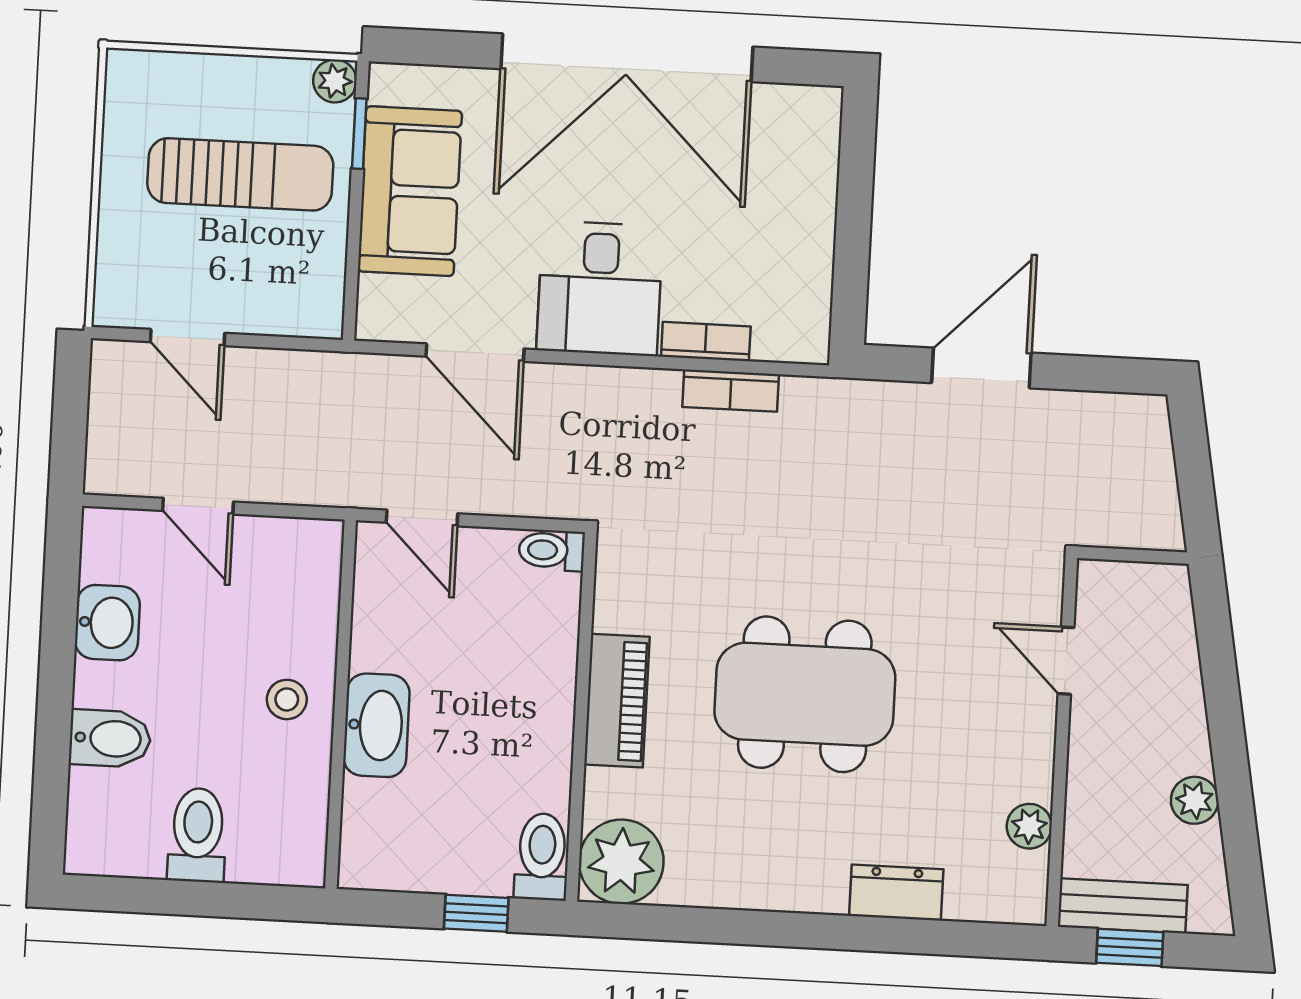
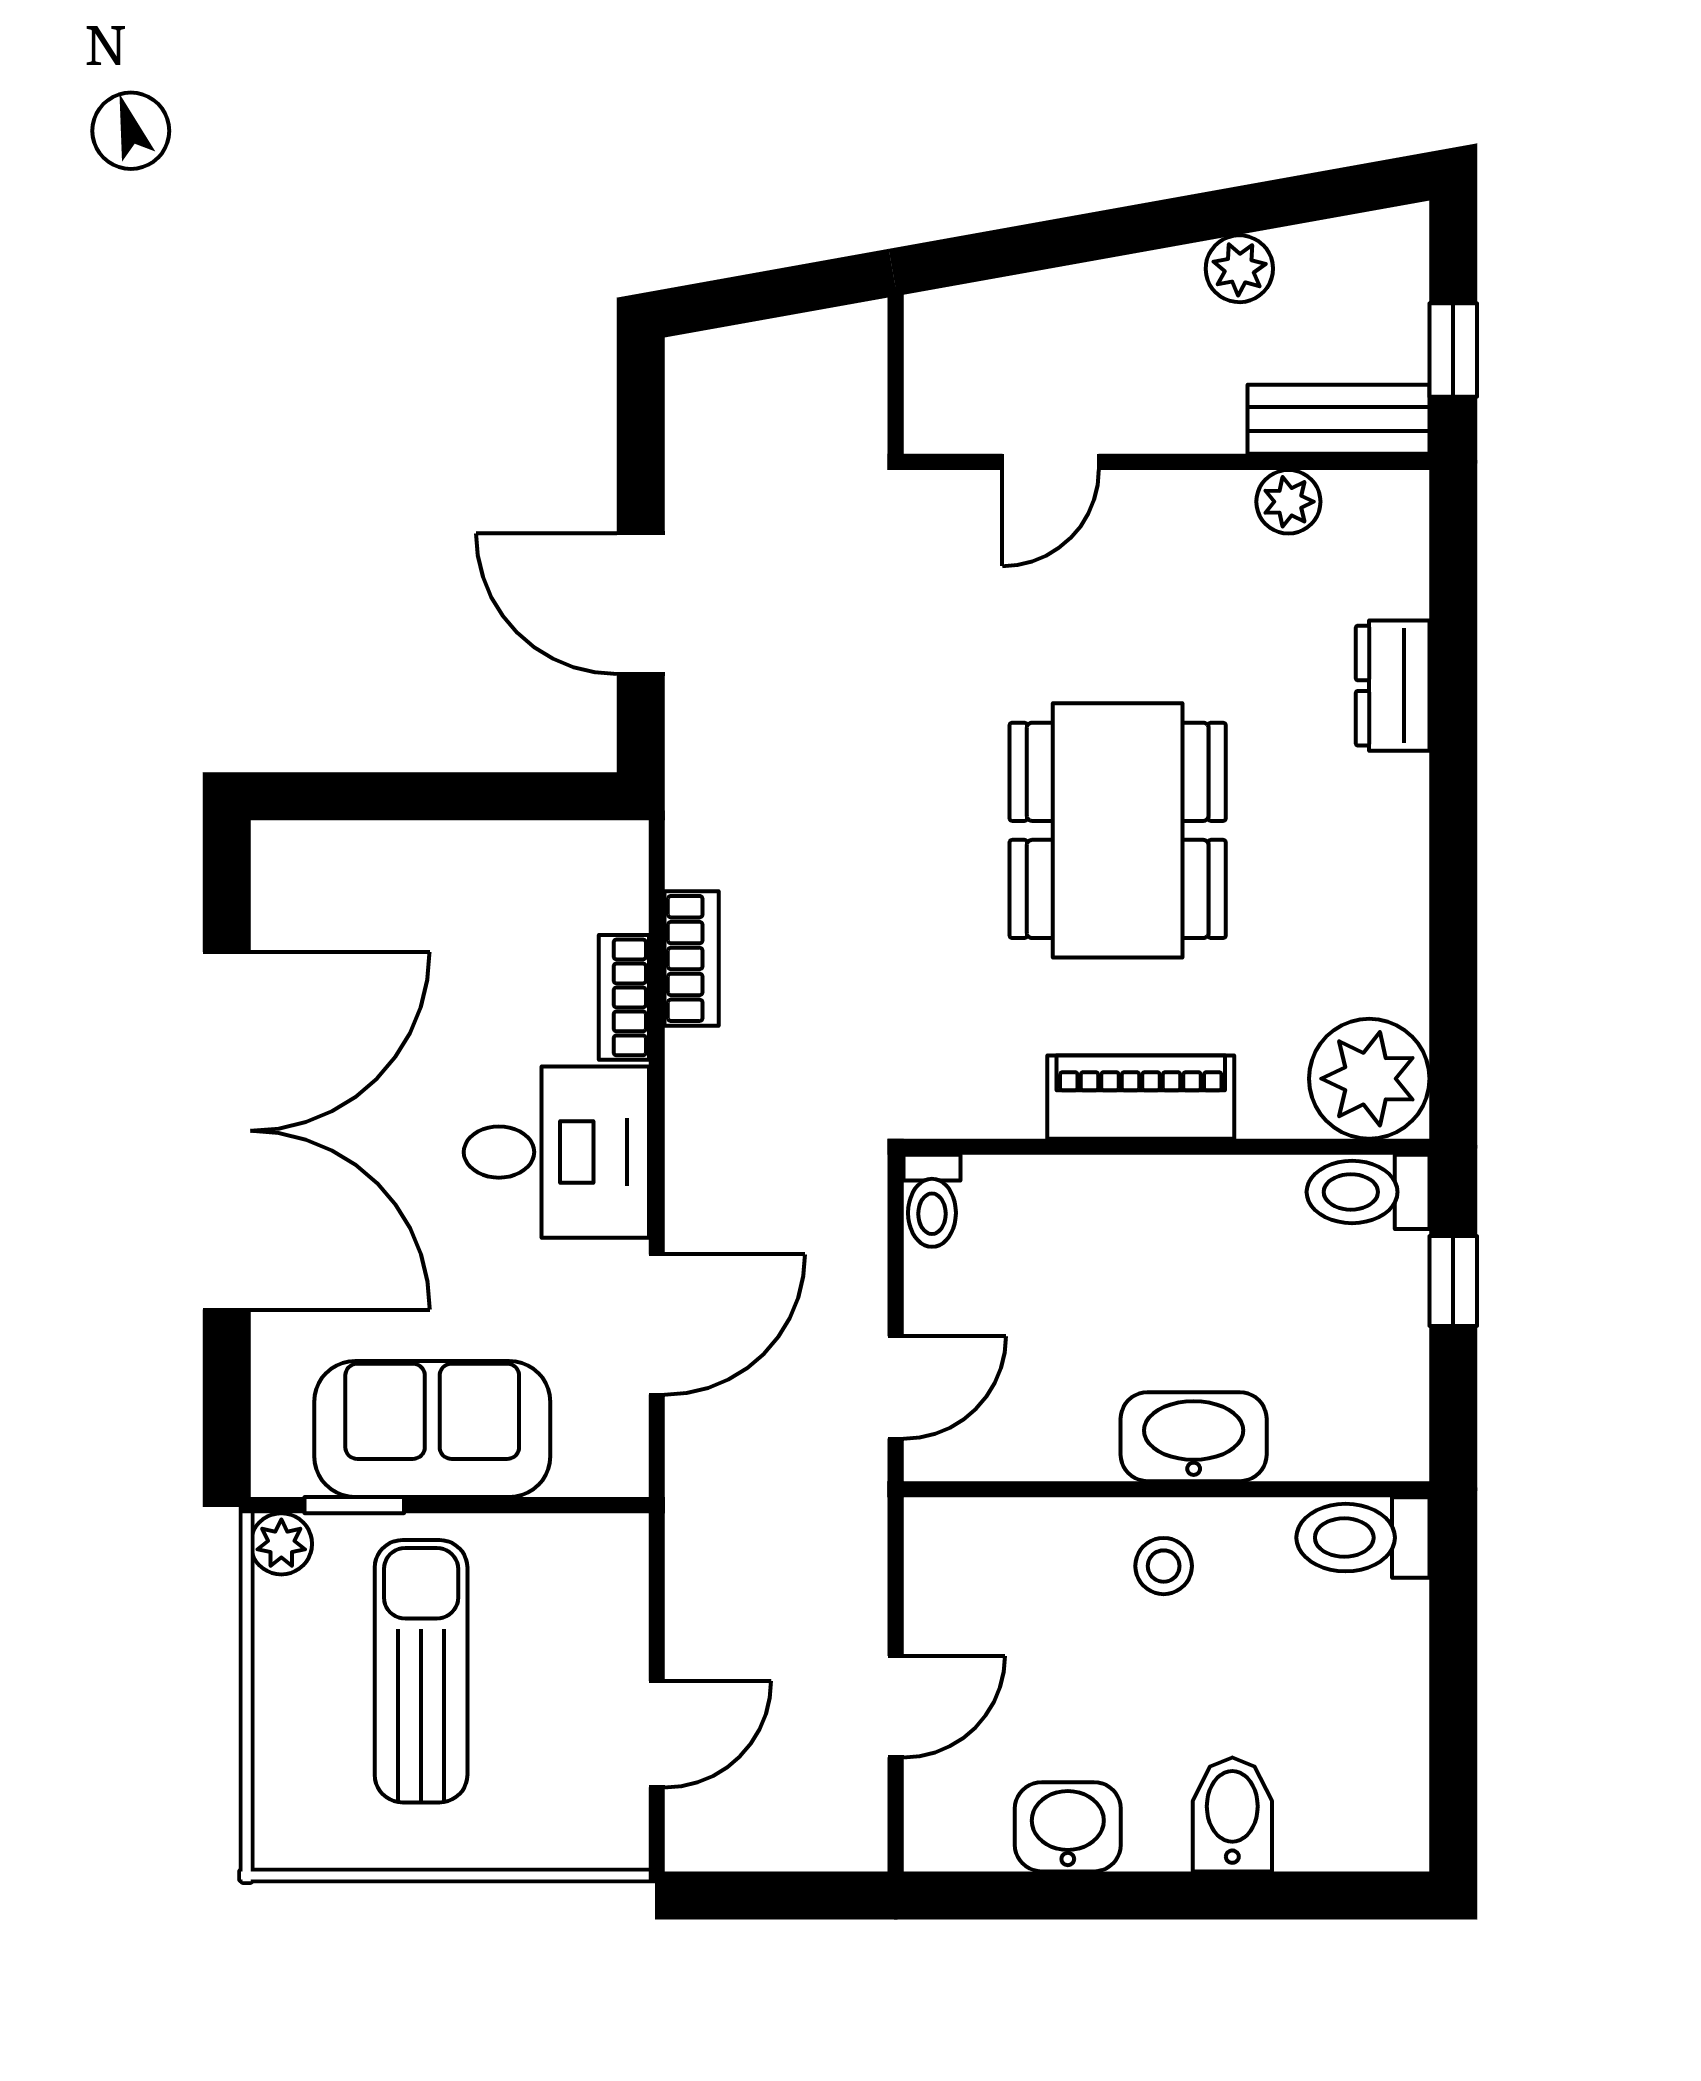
toilet: (197, 835) -> (1363, 1538), moved
bench: (1123, 906) -> (1338, 419), moved, turned 90

